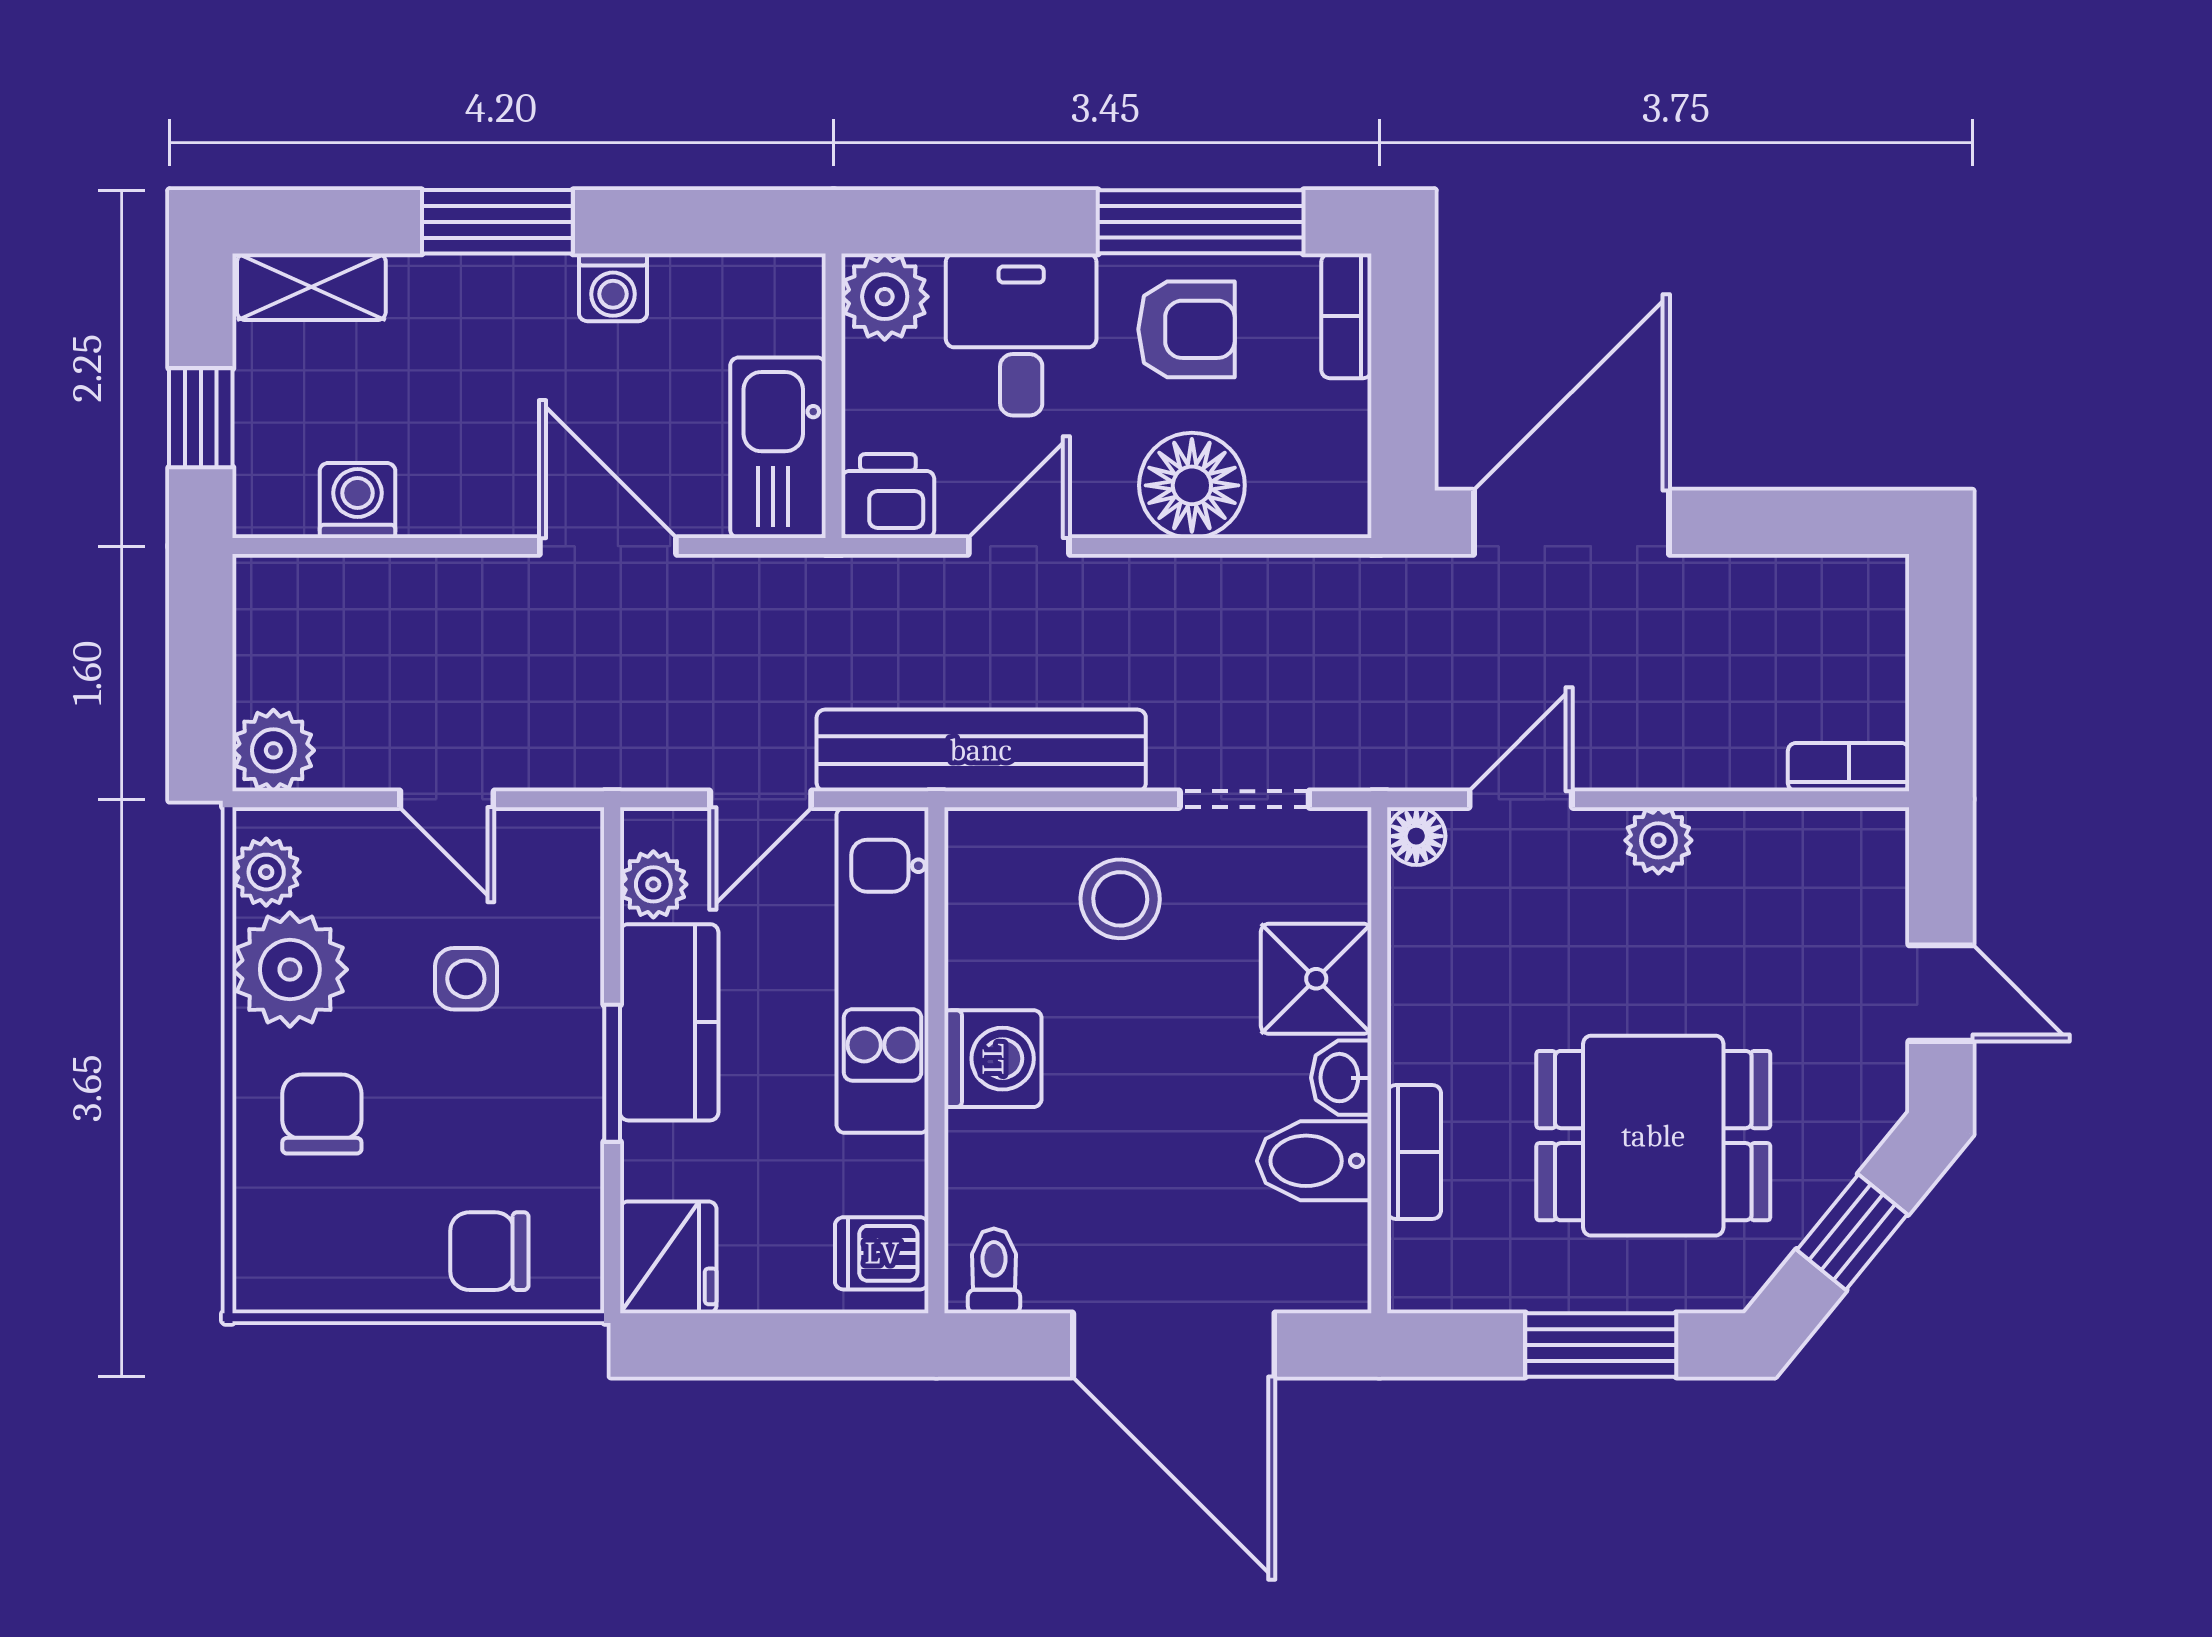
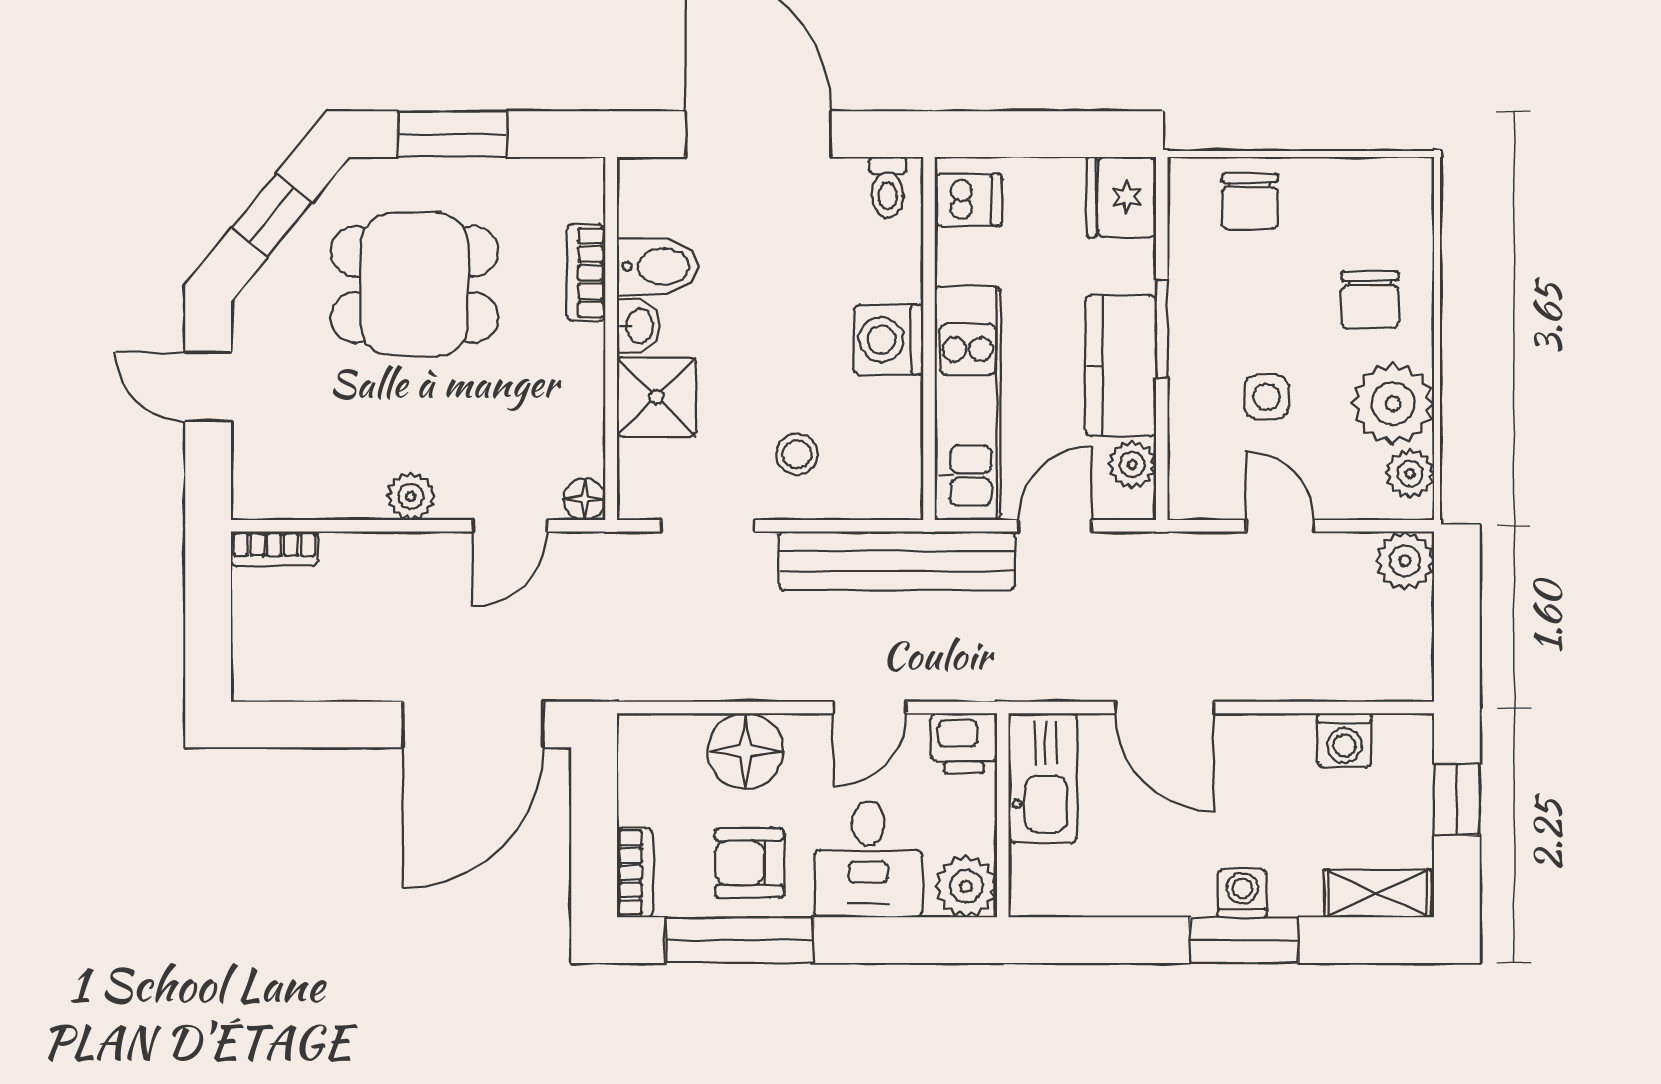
washing machine: (613, 287) -> (1242, 893), moved
stool: (1120, 899) -> (797, 454), width x0.73, depth x0.73
chair: (489, 1251) -> (1250, 201), turned 90

